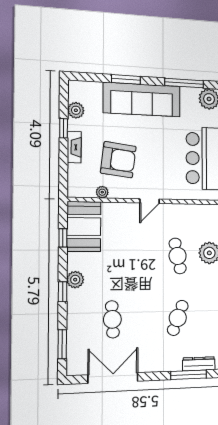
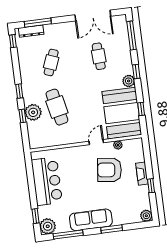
sofa: (142, 100) -> (91, 220), width x0.74, depth x0.79
plant: (76, 110) -> (146, 216), moved
door: (149, 201) -> (96, 142), moved
booth: (84, 227) -> (122, 113), width x1.36, depth x1.42
cafe table: (178, 256) -> (57, 107), width x1.37, depth x1.35
window: (62, 344) -> (132, 35), width x1.44

